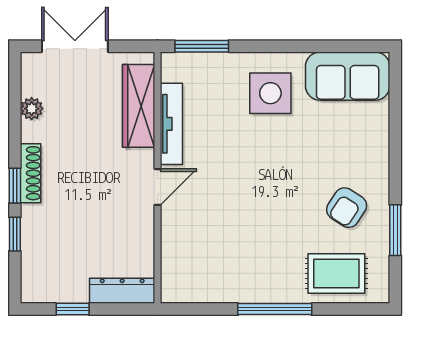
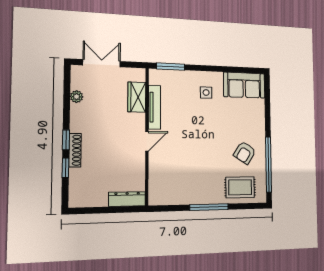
side table: (270, 93) -> (206, 93), width x0.54, depth x0.54
wardrobe: (139, 106) -> (137, 97), width x0.67
shoe rack: (31, 173) -> (75, 150), moved
window: (395, 230) -> (268, 164), width x2.11
window: (73, 309) -> (99, 210), removed

